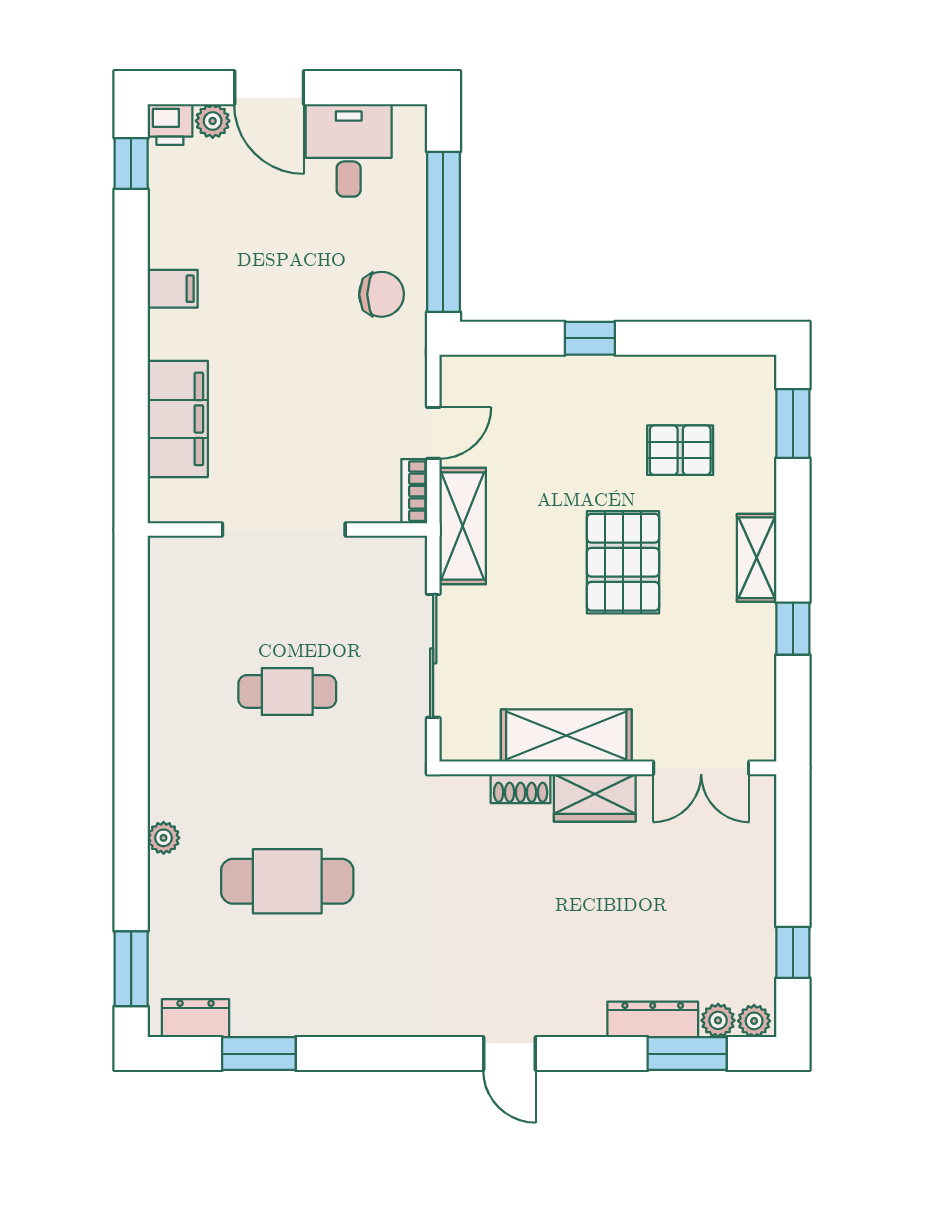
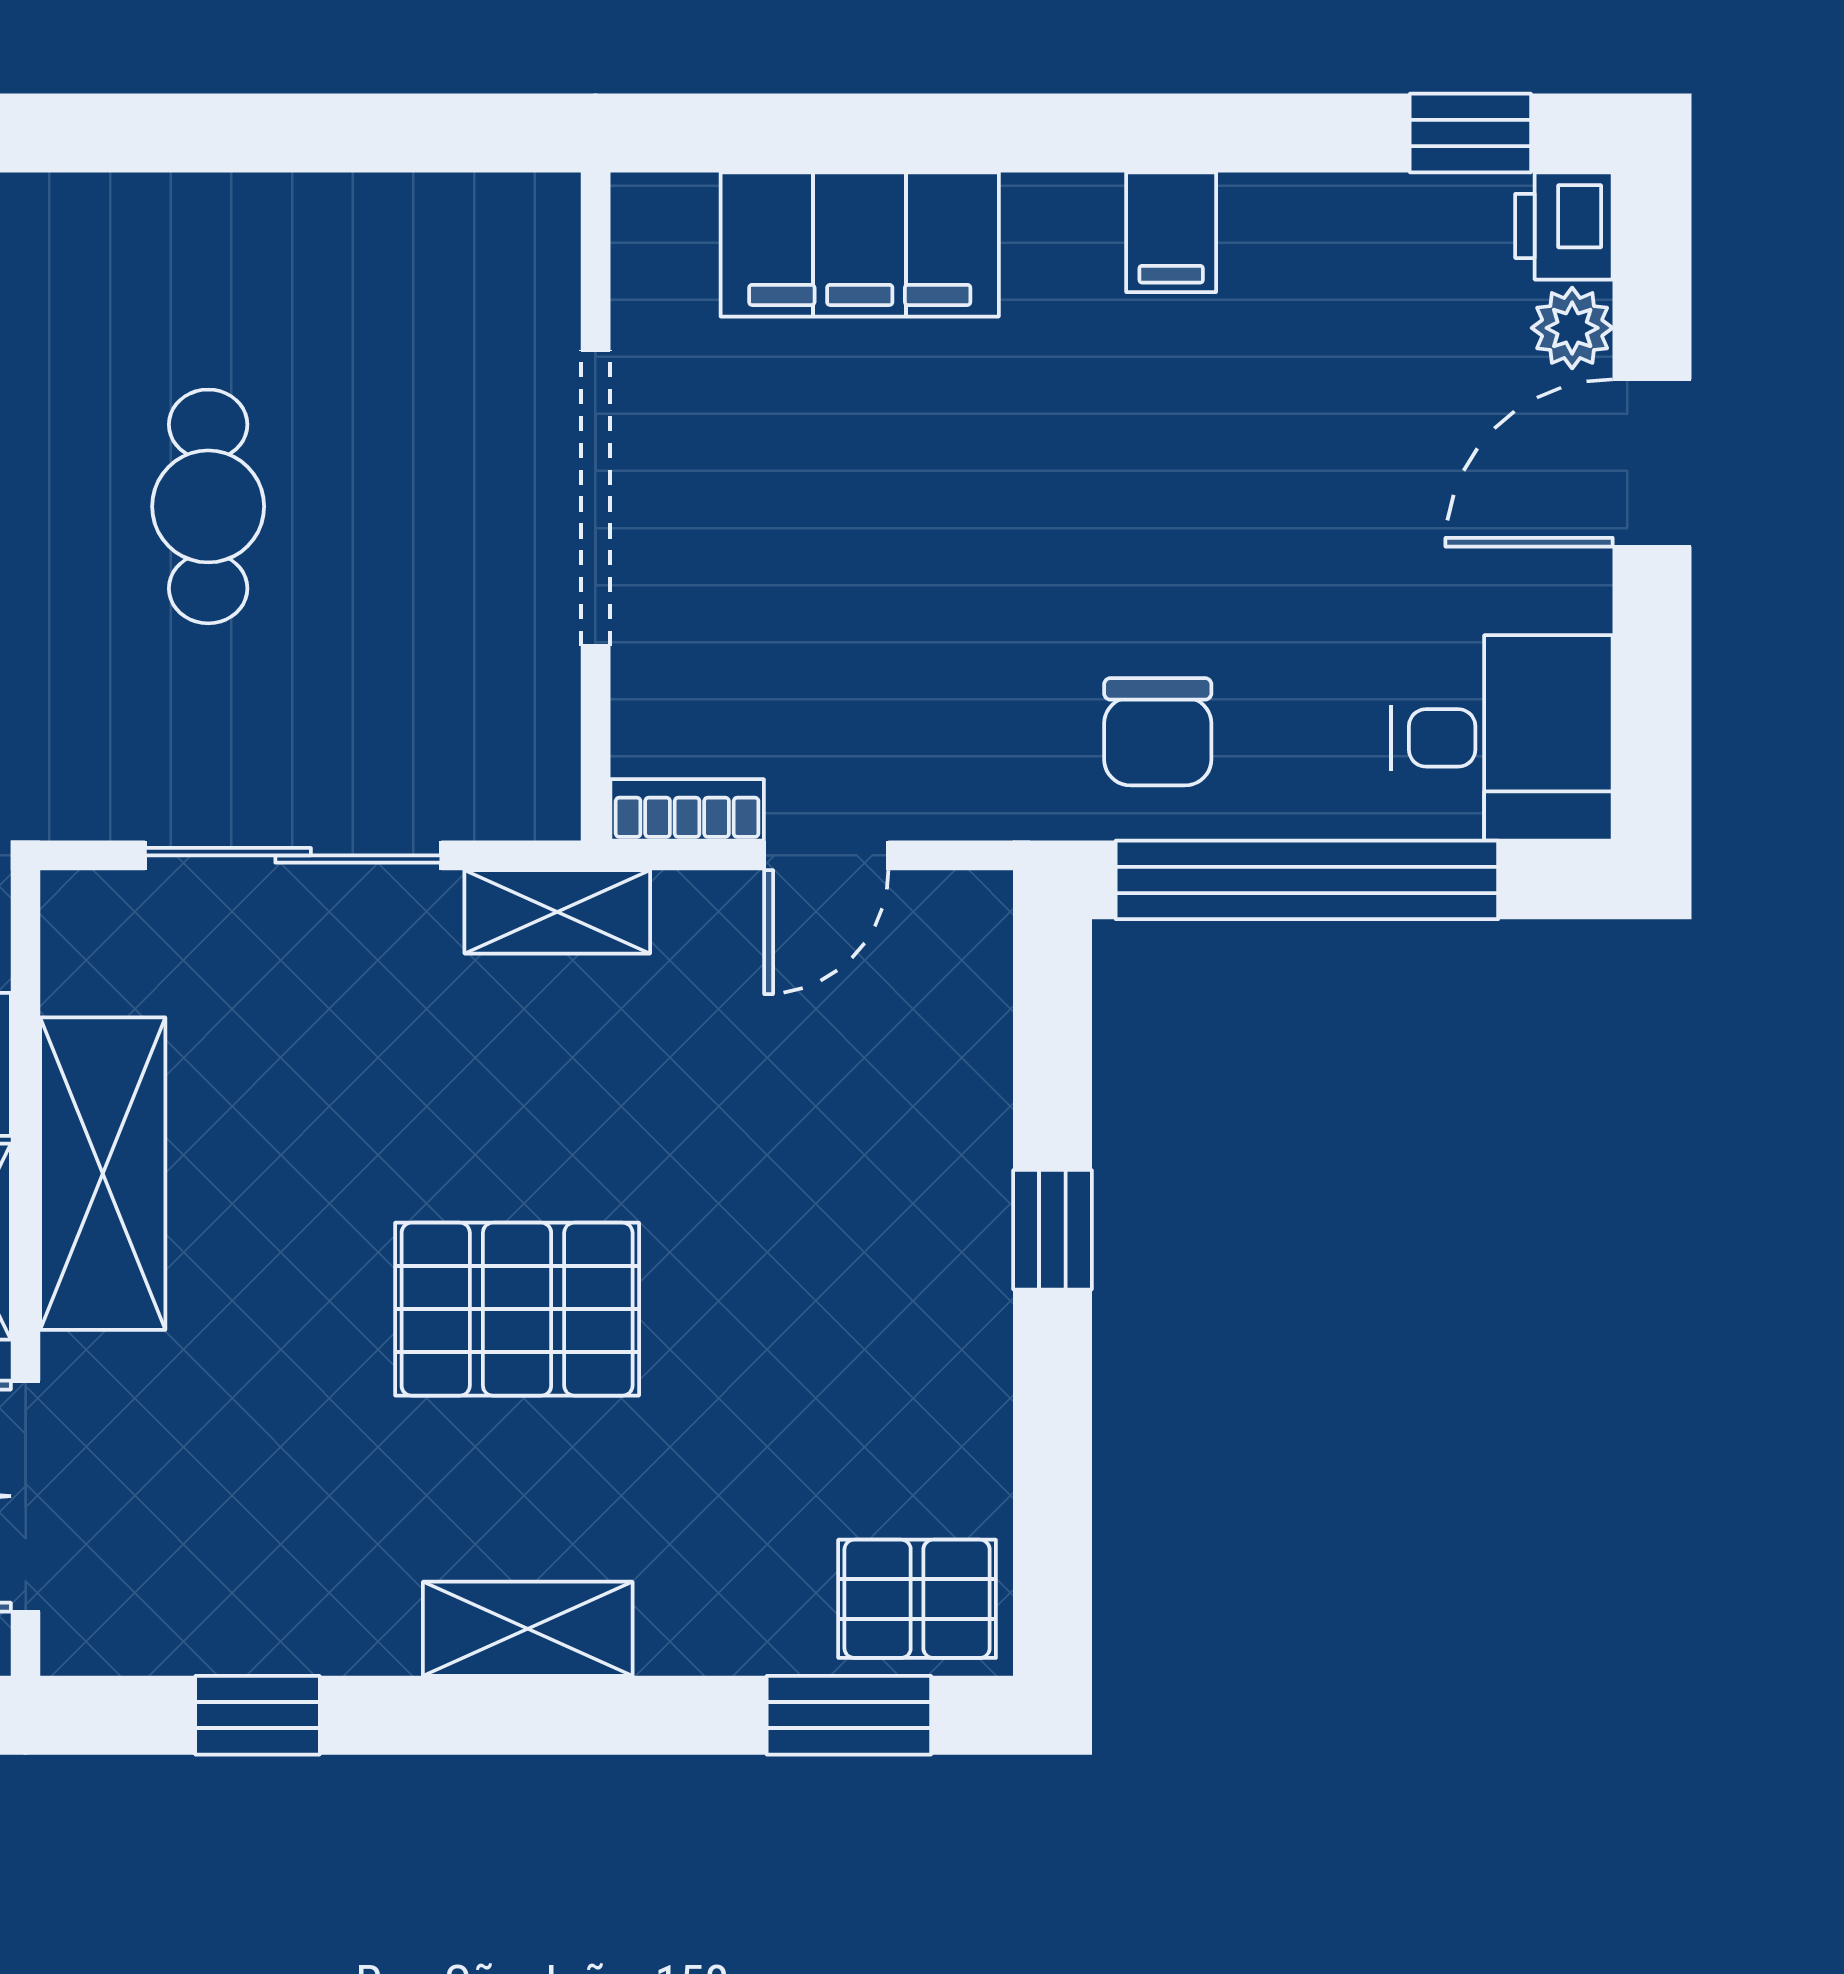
desk: (349, 150) -> (1502, 738), moved
door: (433, 433) -> (826, 855), hinge flipped
pallet: (680, 450) -> (917, 1599), moved, turned 90
shelving: (463, 526) -> (557, 912), width x0.67, depth x0.75
window: (793, 629) -> (258, 1715), moved

